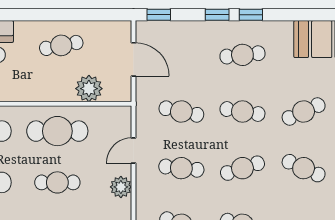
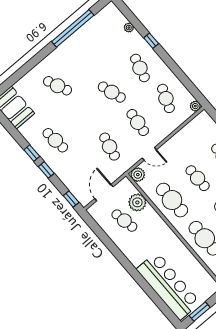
cafe table: (61, 45) -> (124, 221), moved
cafe table: (242, 112) -> (84, 116), removed
cafe table: (304, 168) -> (86, 62), removed
plant: (121, 187) -> (138, 175), moved

